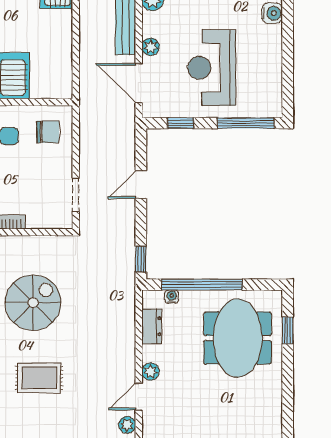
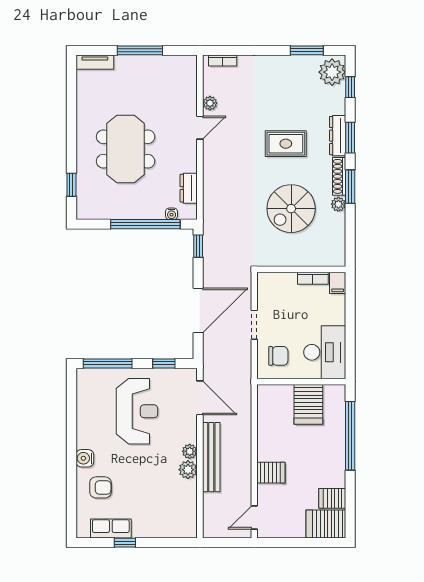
plant: (151, 47) -> (190, 451), moved
chair: (48, 132) -> (278, 356), turned 180
door: (141, 185) -> (198, 310), width x1.88
doorway: (76, 195) -> (254, 325), moved
meeting table: (238, 338) -> (126, 149), moved
plant: (150, 372) -> (190, 149), removed

